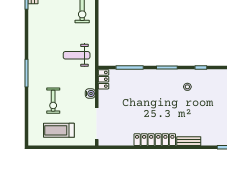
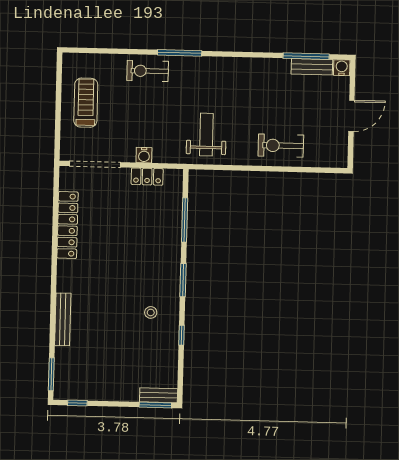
locker: (103, 79) -> (147, 177), moved
exercise bike: (53, 101) -> (148, 71), moved
locker: (155, 140) -> (68, 225), moved
bench: (189, 141) -> (63, 319), width x1.36

